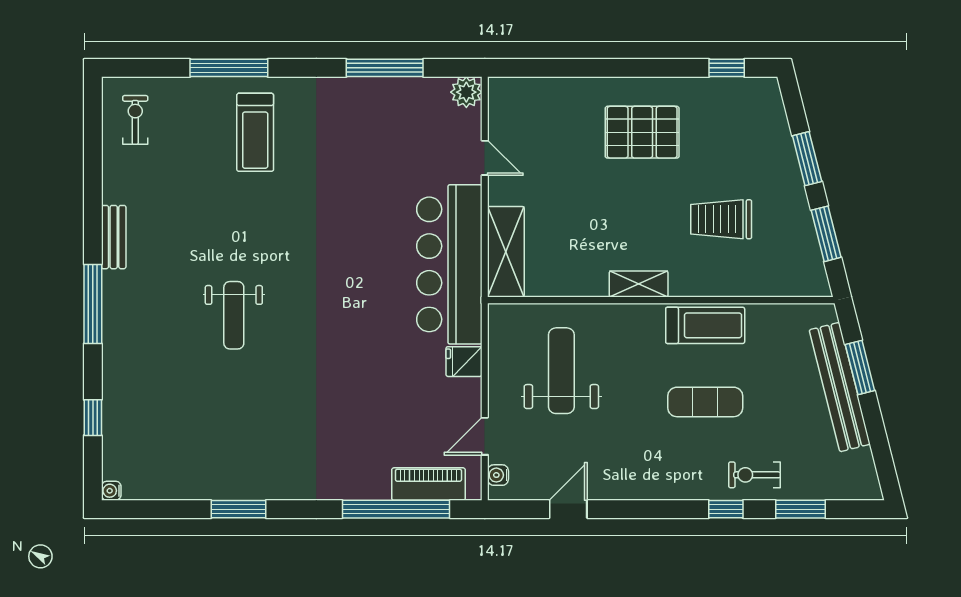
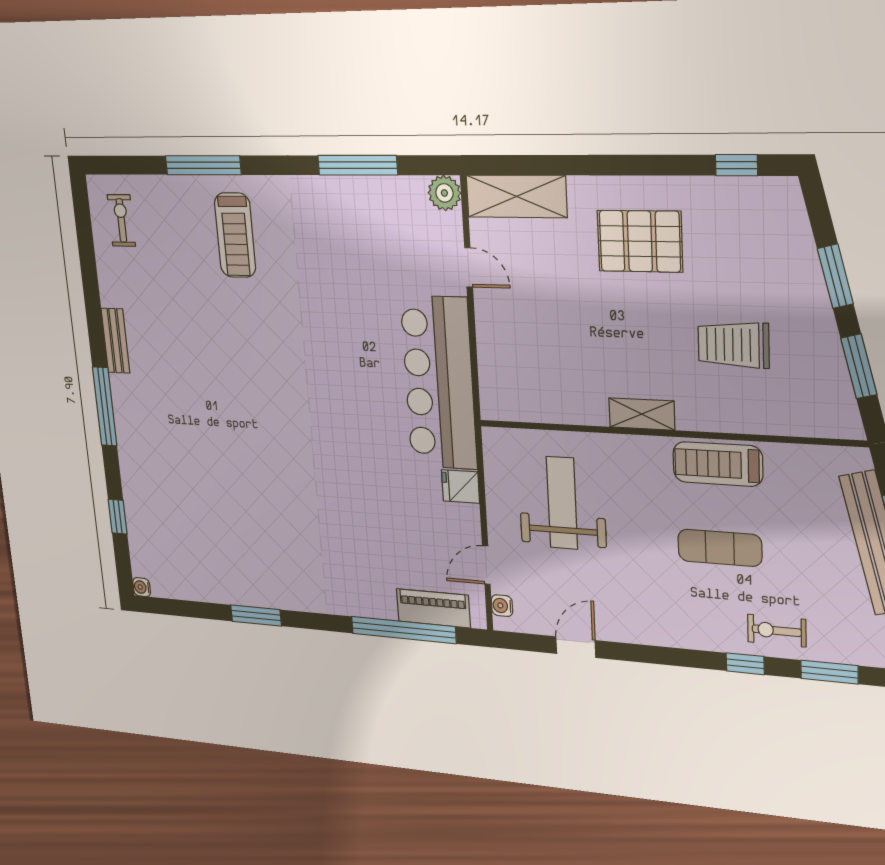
shelving: (506, 252) -> (516, 196), moved, turned 90
weight bench: (234, 315) -> (233, 425), removed
treadmill: (705, 325) -> (718, 464), turned 180

